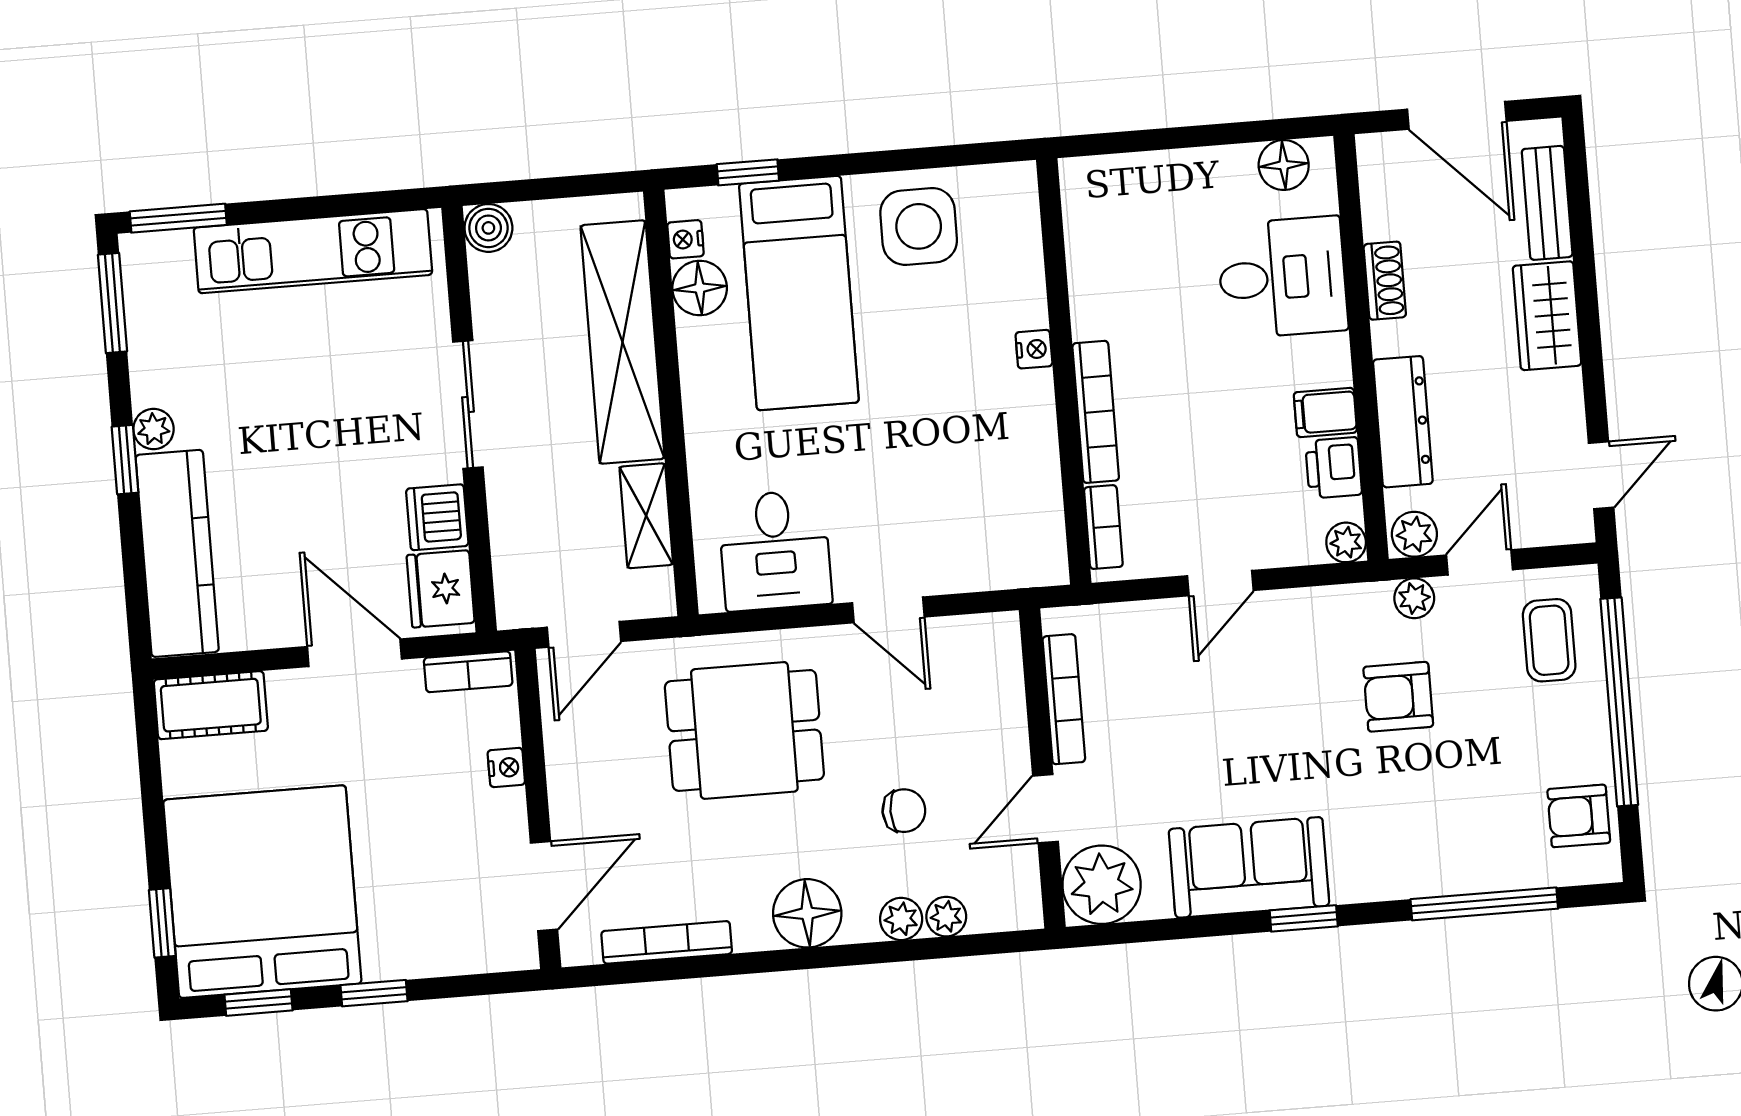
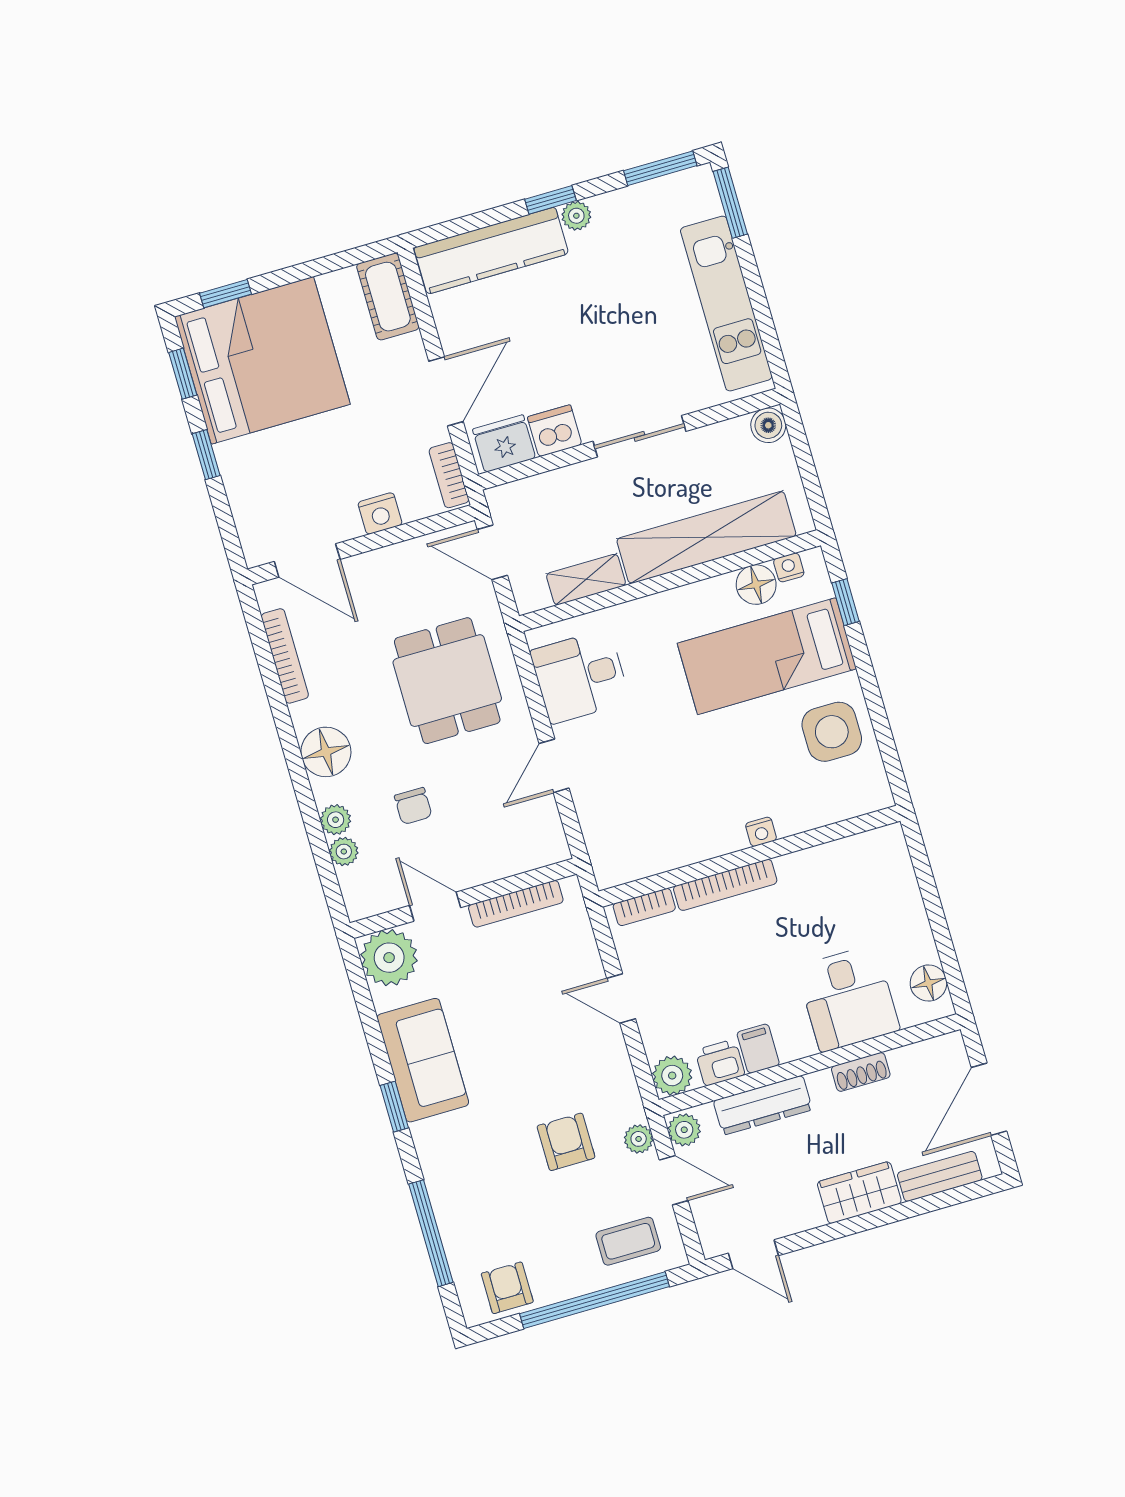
plant: (1346, 542) -> (672, 1076), width x1.38, depth x1.38
nightstand: (506, 767) -> (380, 513), width x1.39, depth x1.35

